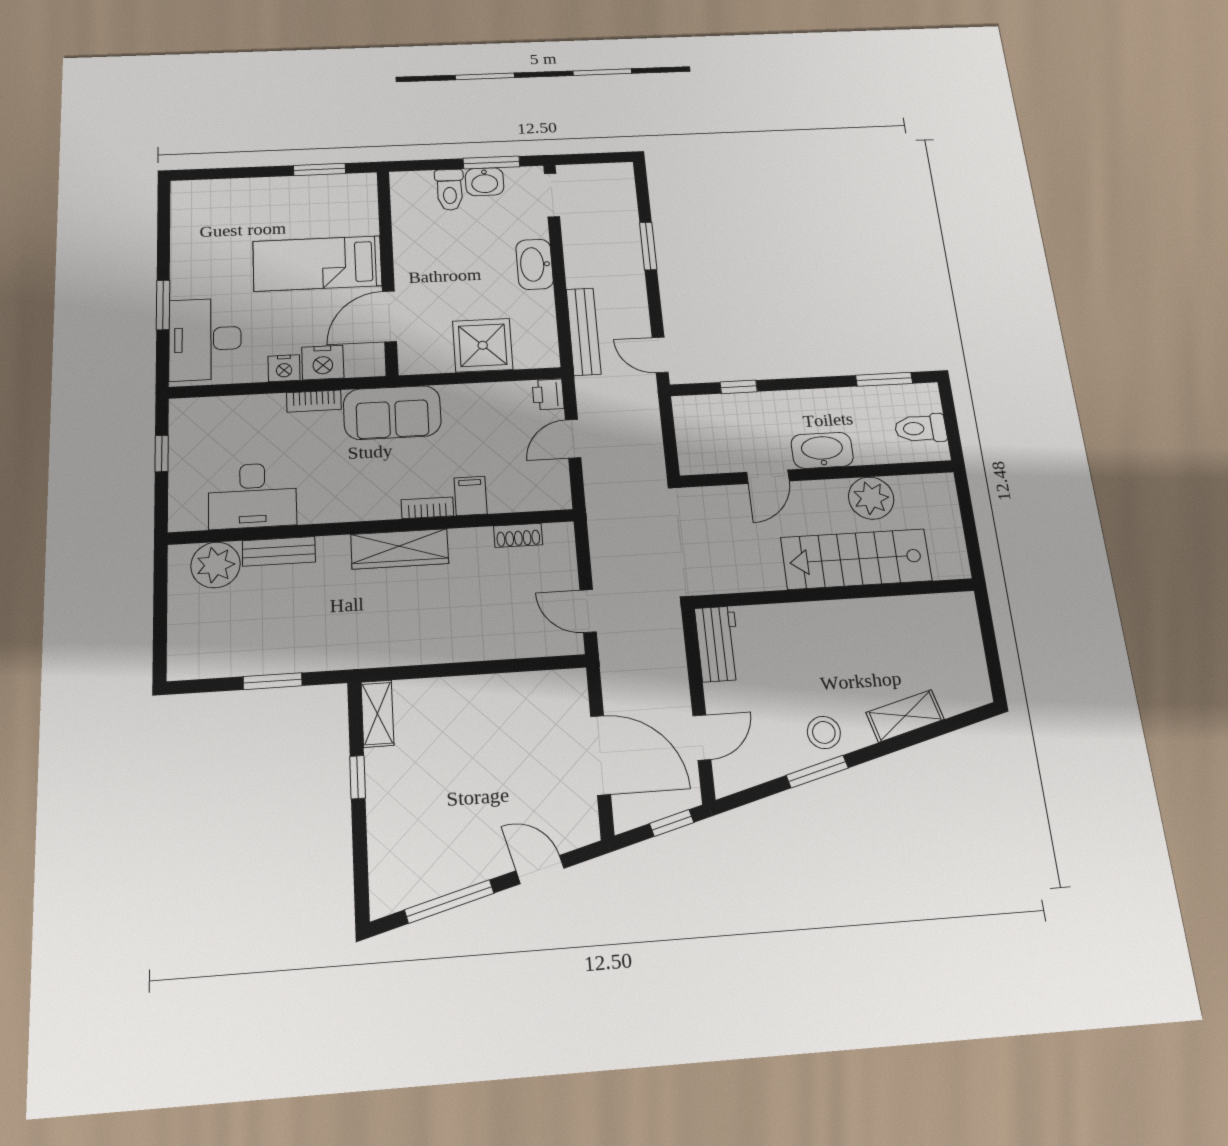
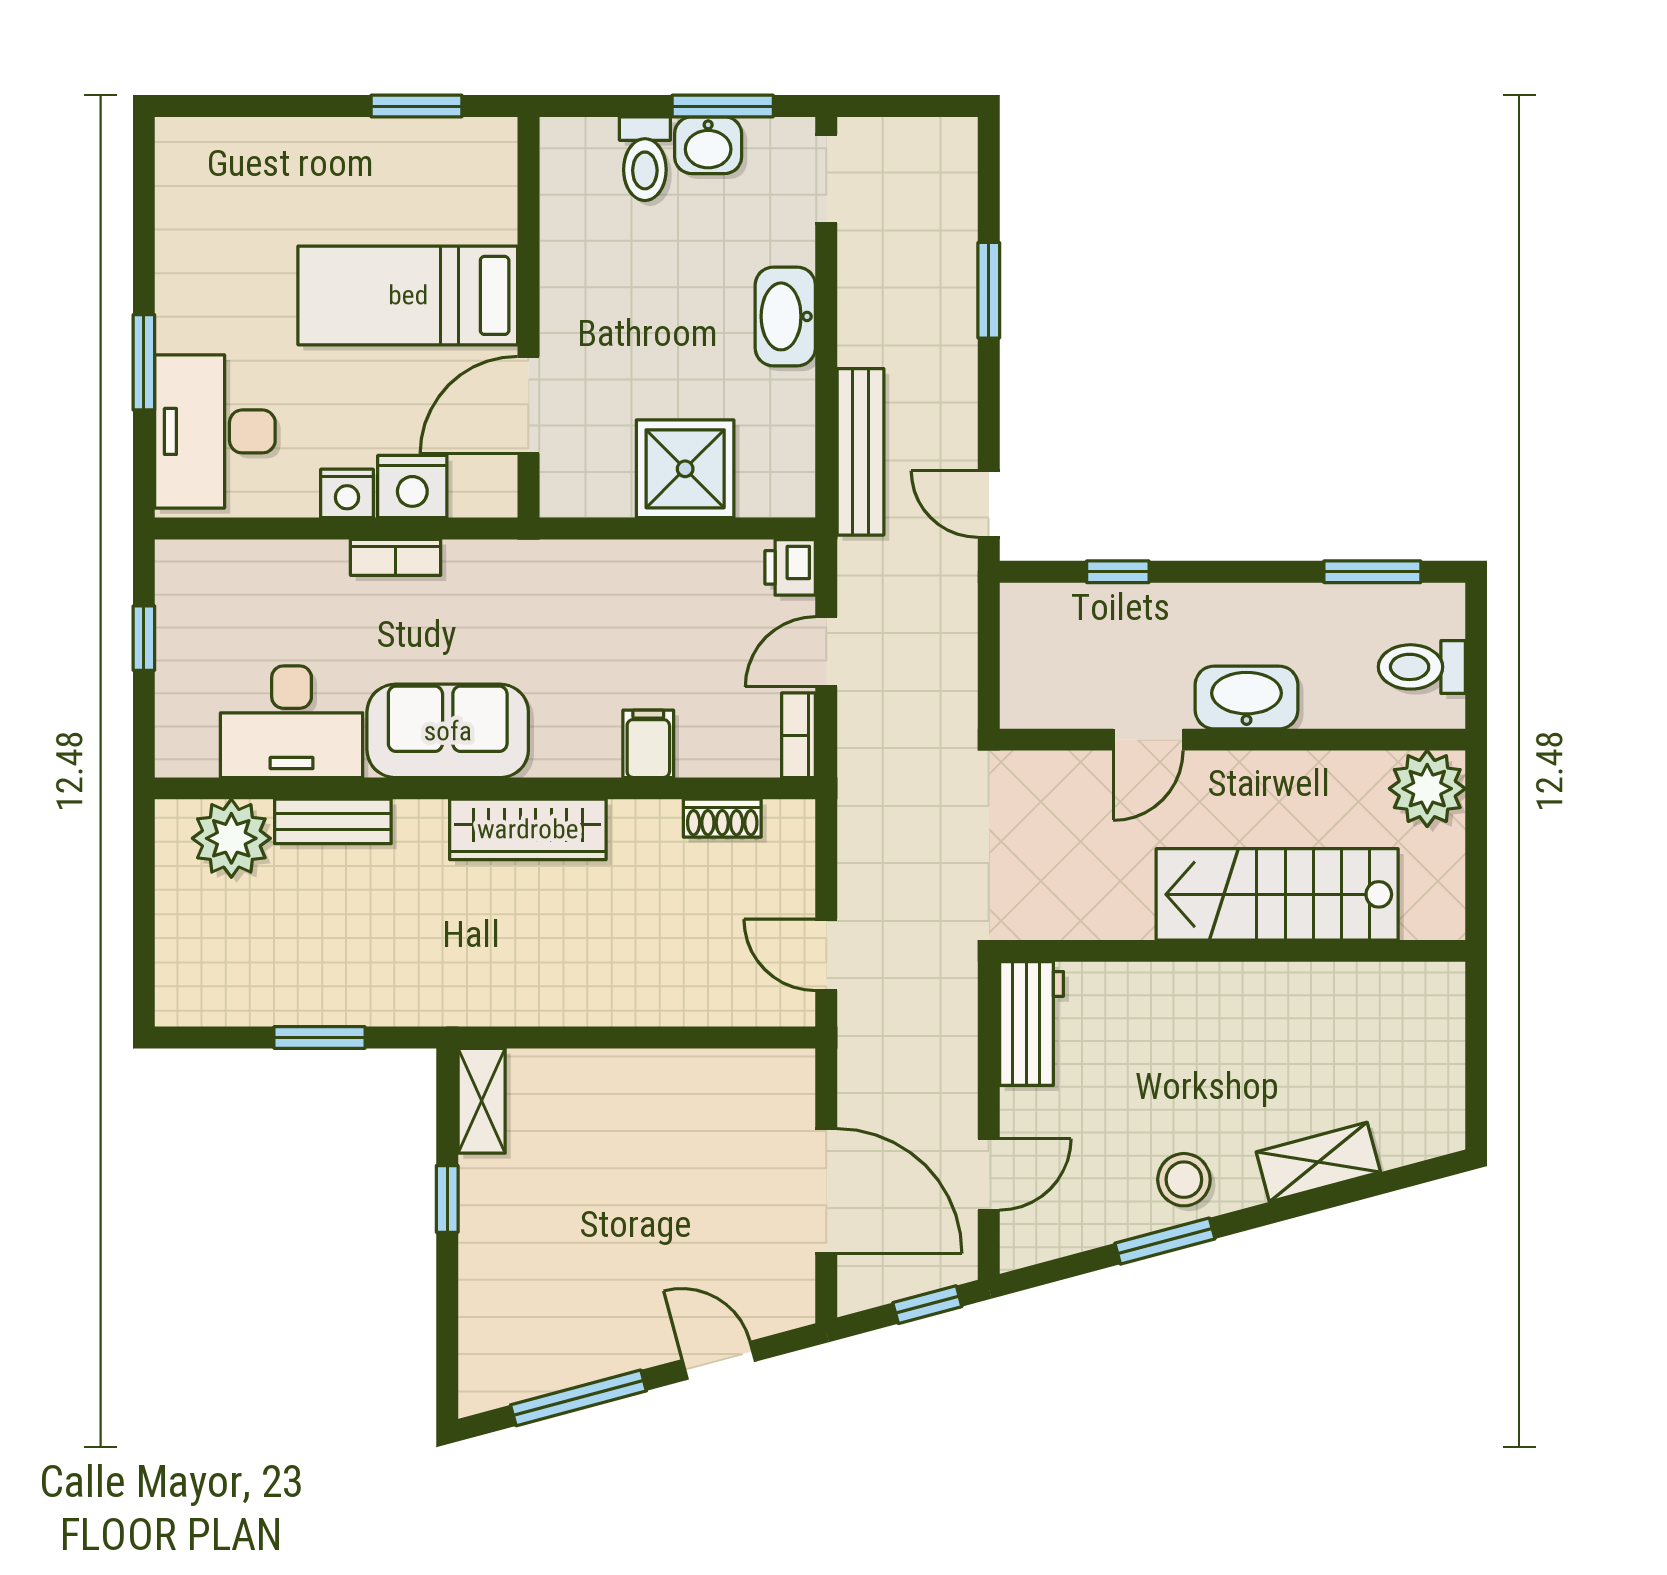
sofa: (392, 413) -> (448, 731), moved, turned 180
plant: (871, 498) -> (1427, 789), moved
bookcase: (427, 508) -> (799, 735), moved, turned -90

